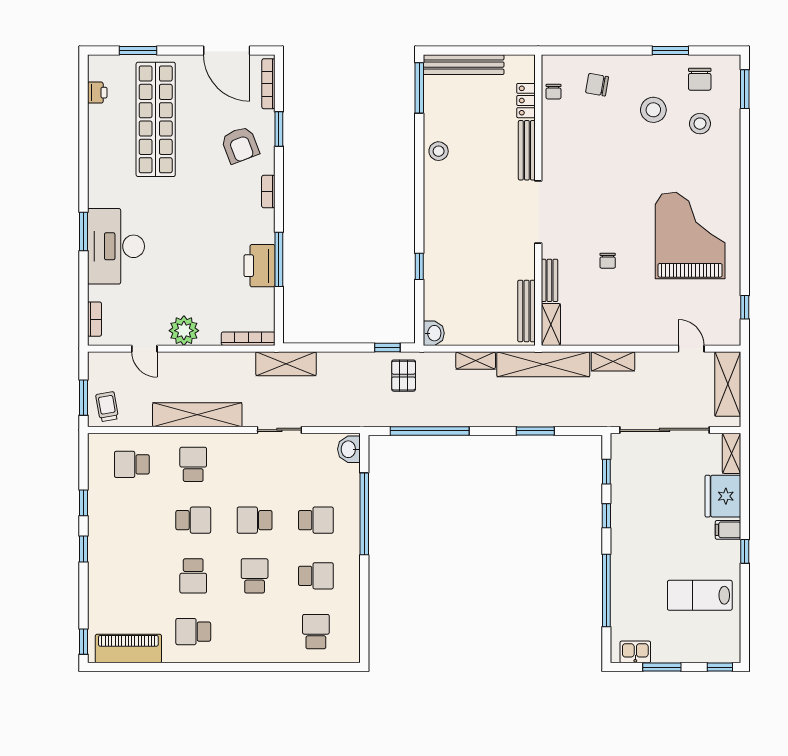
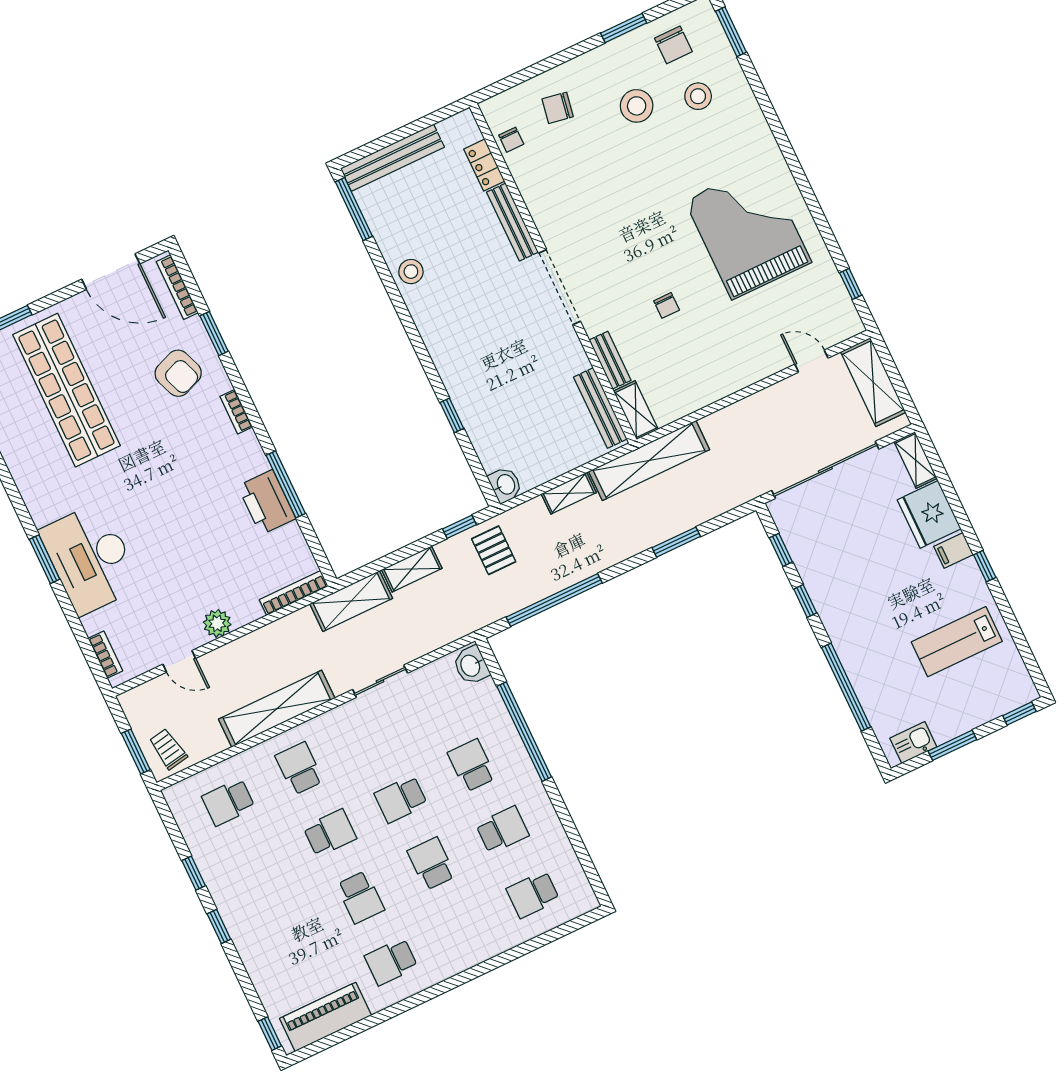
plant: (184, 331) -> (217, 623), width x0.73, depth x0.73
shelving: (613, 361) -> (412, 569), moved
school desk: (316, 520) -> (472, 765), turned -90
school desk: (316, 632) -> (533, 894), turned -90

